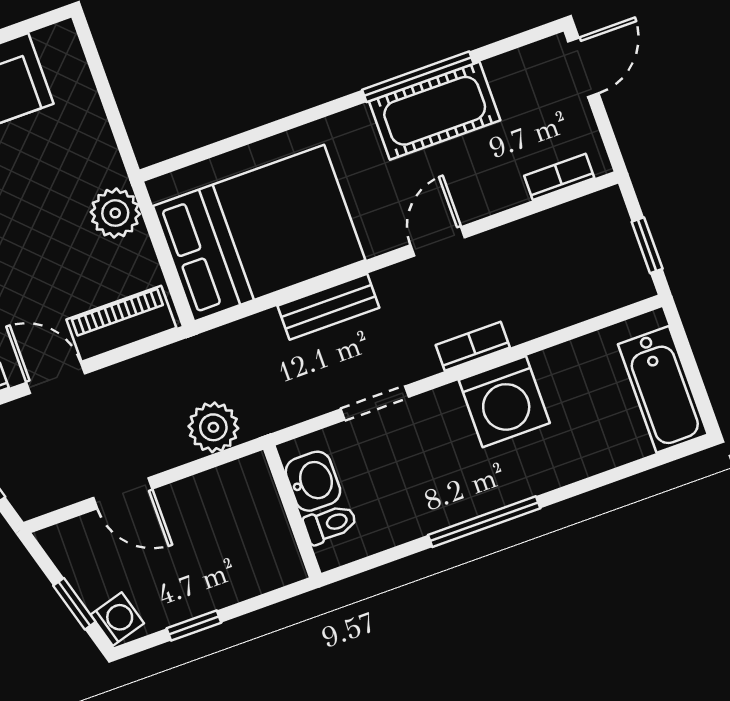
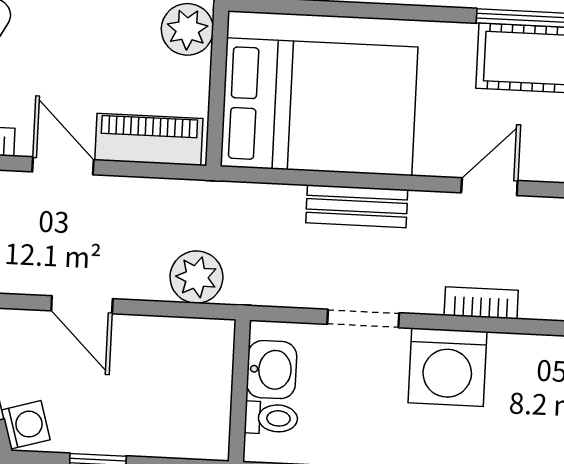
washing machine: (504, 402) -> (448, 367), moved

